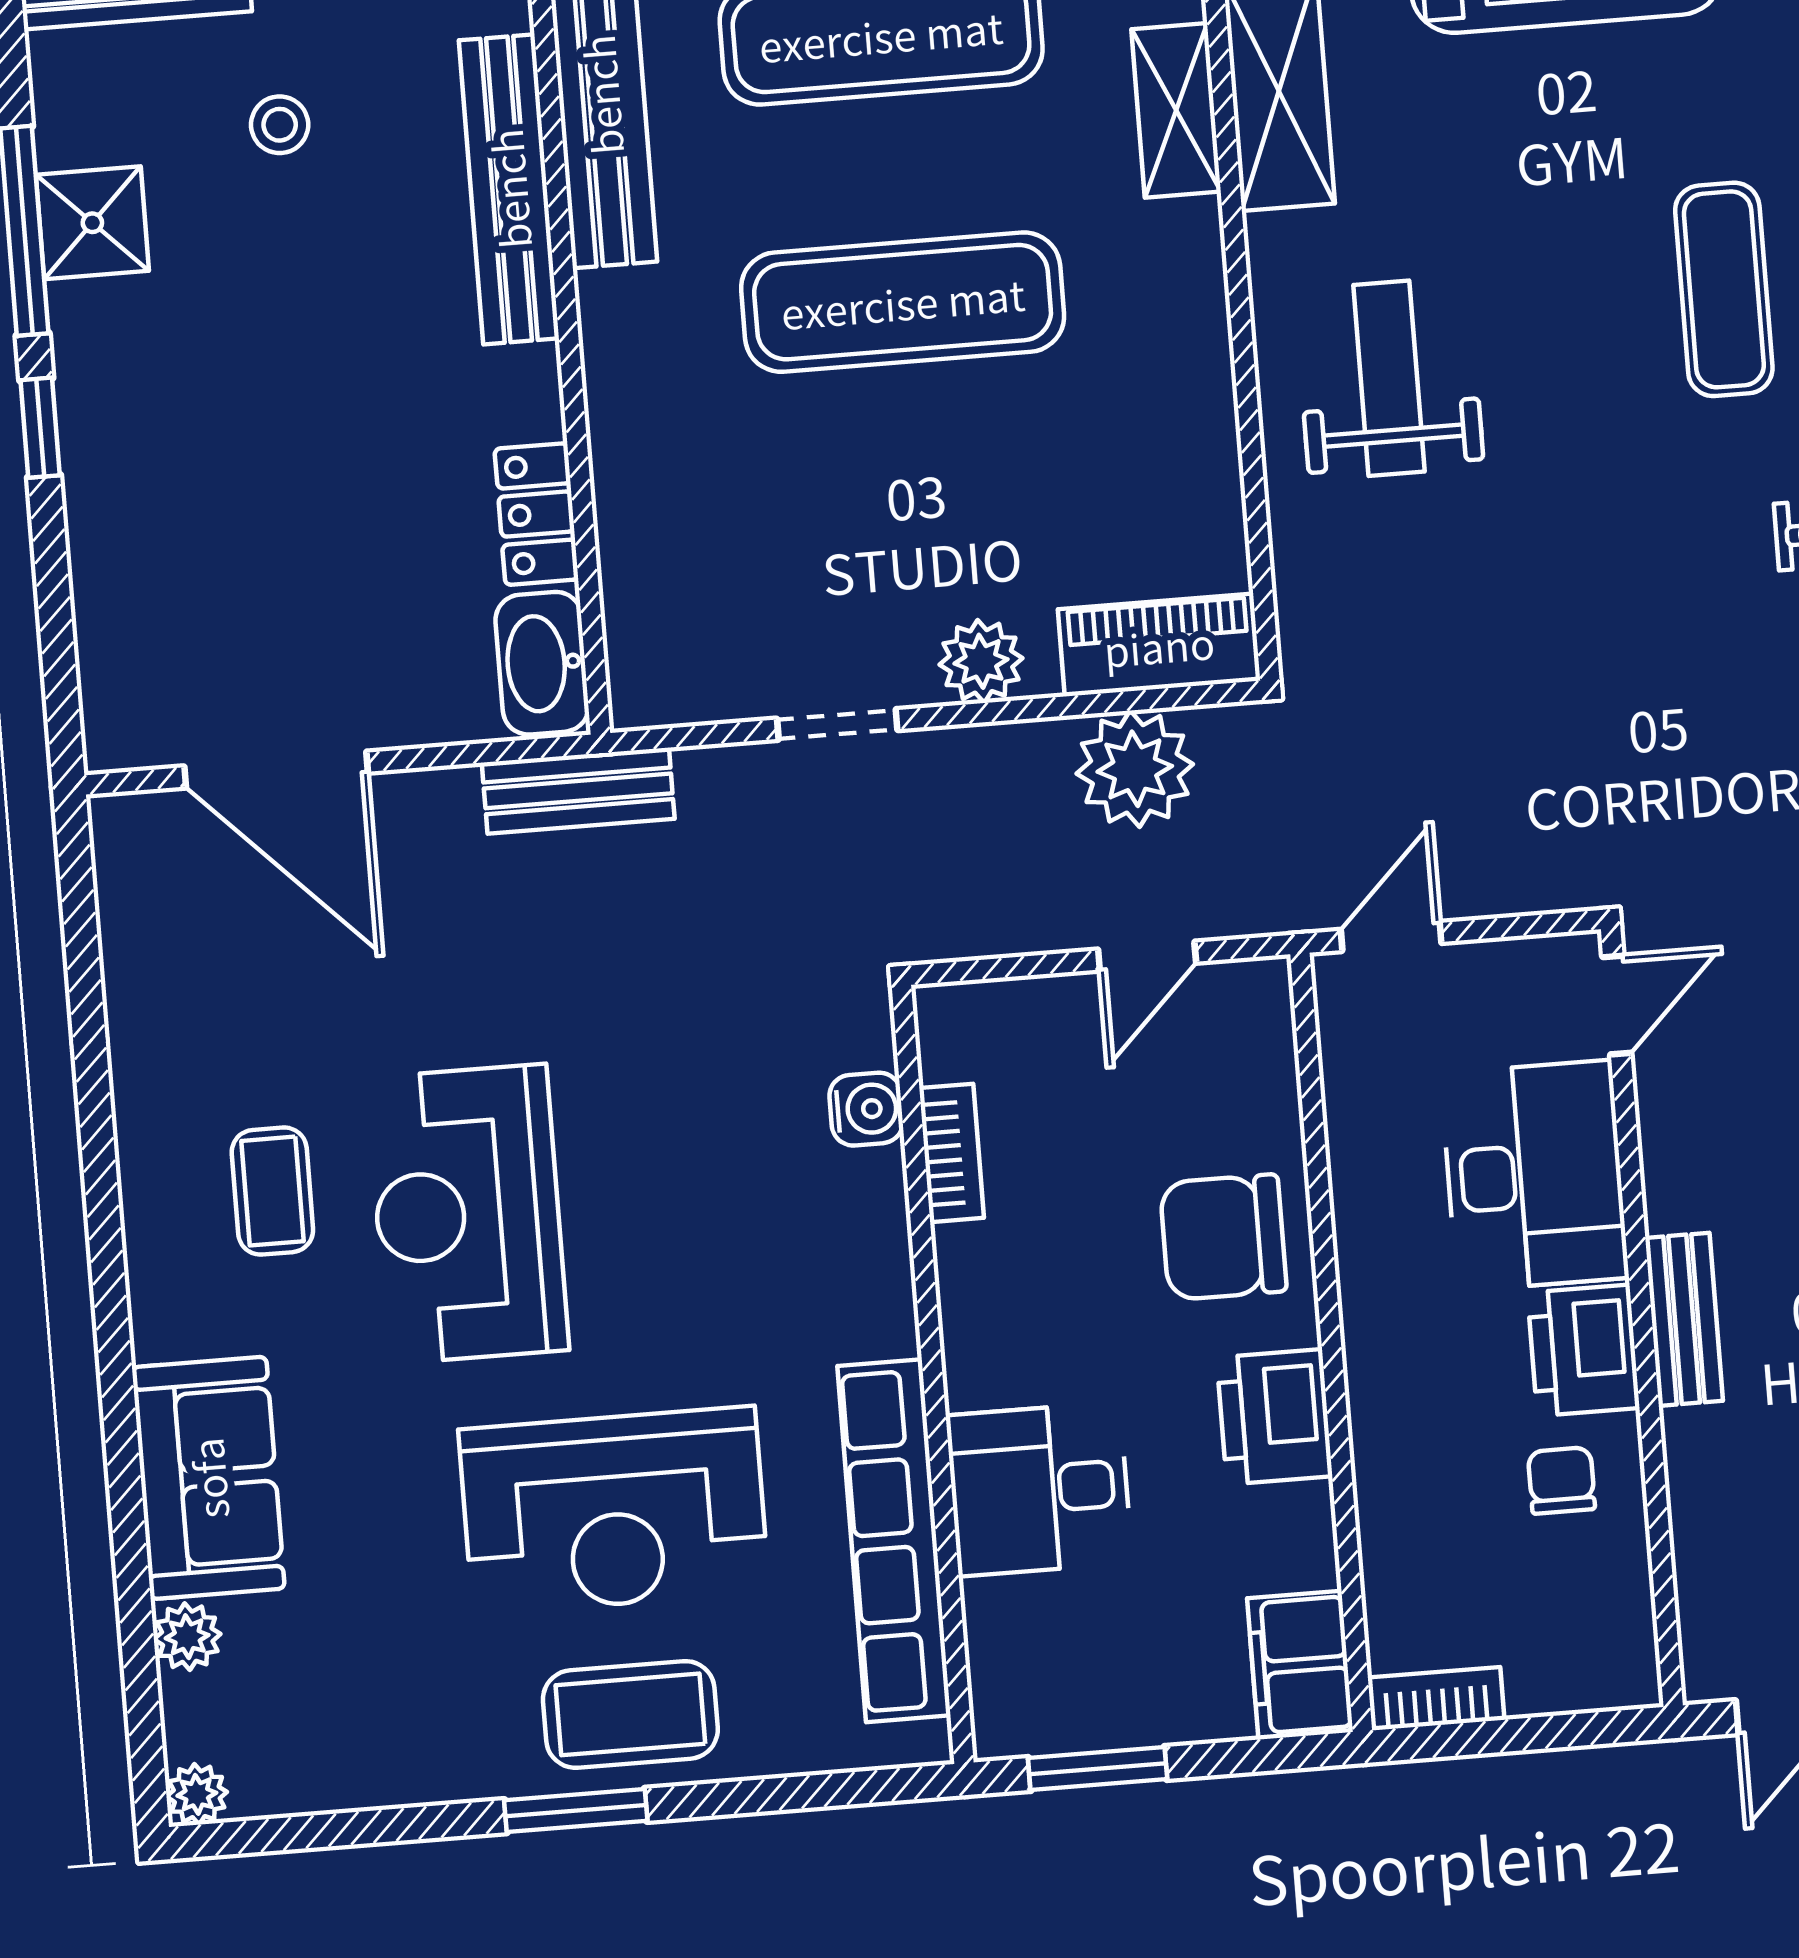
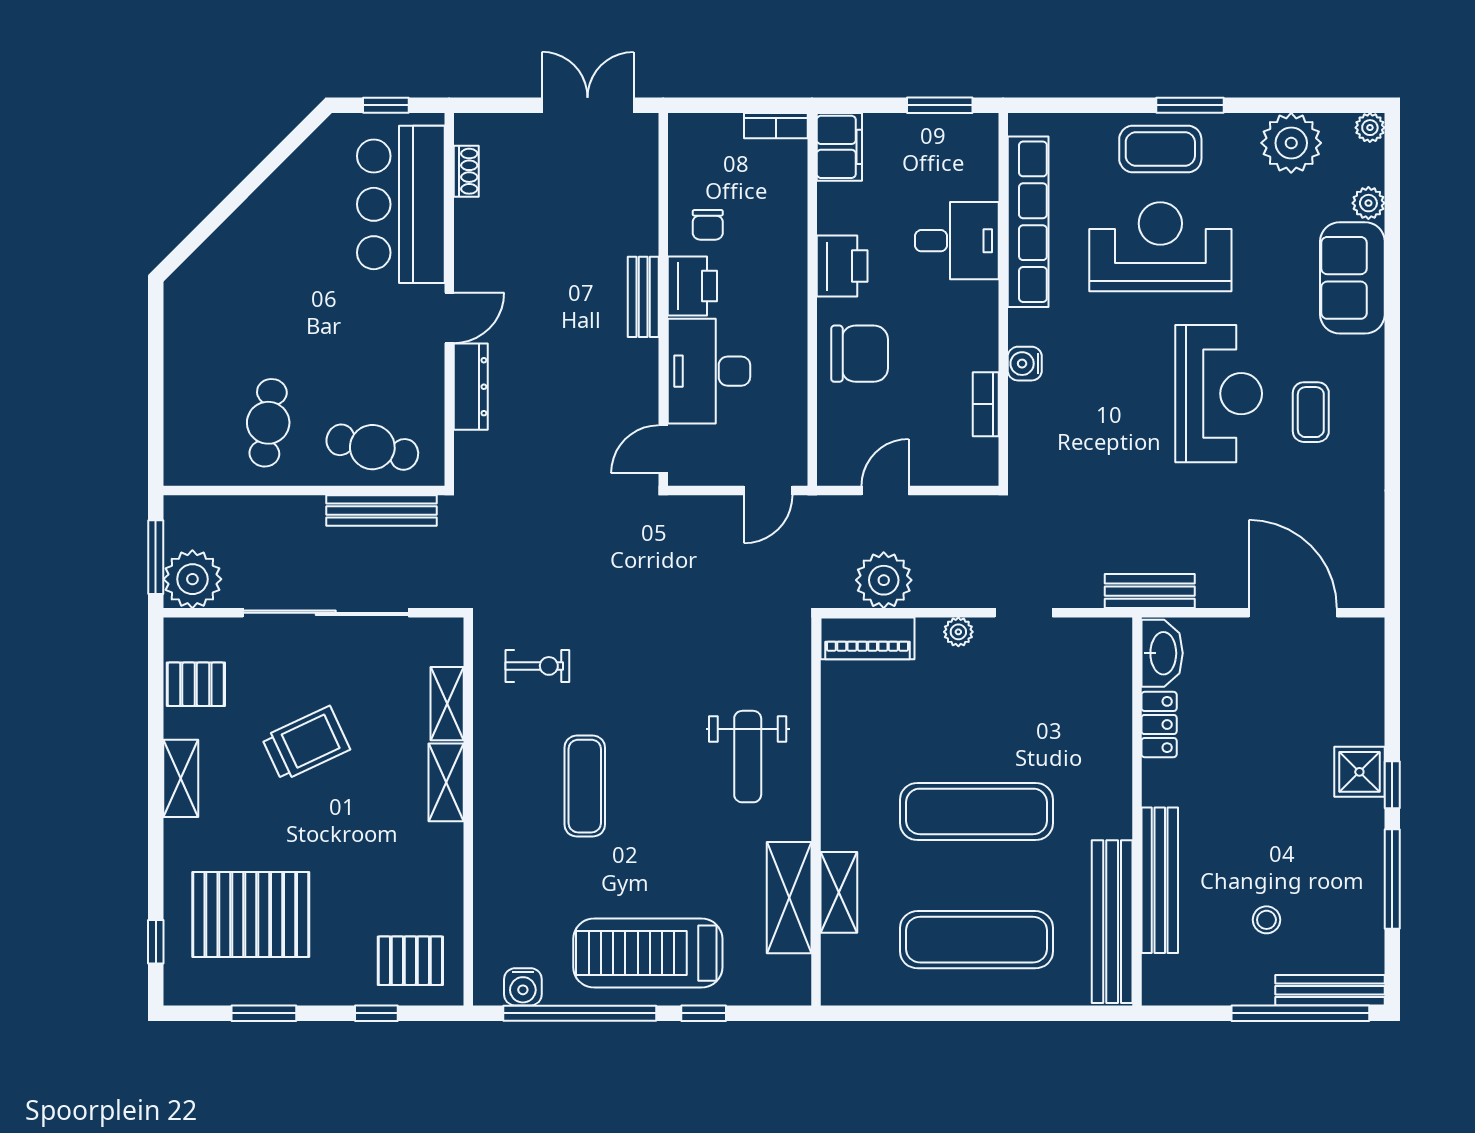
shower: (92, 223) -> (1359, 772), moved
plant: (981, 661) -> (958, 632), width x0.73, depth x0.73
water cooler: (866, 1109) -> (1025, 364), moved
plant: (358, 1749) -> (1291, 143), added

